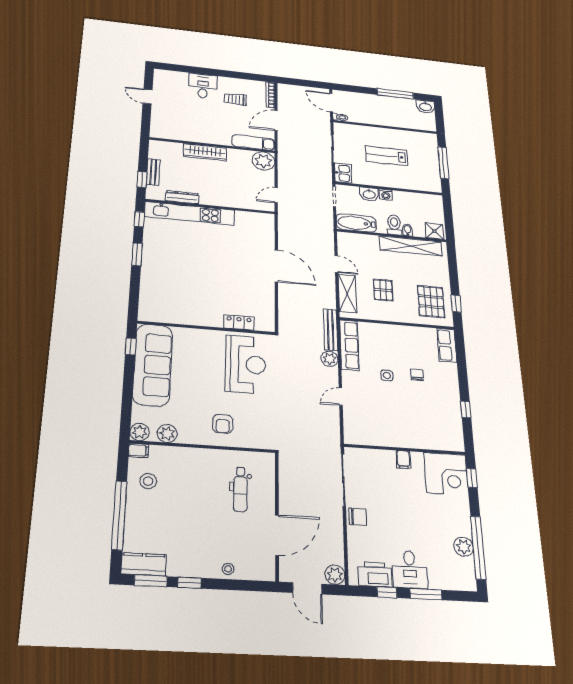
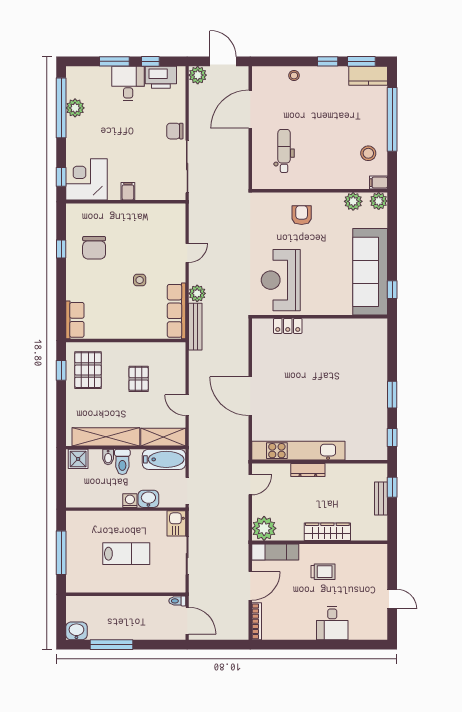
trolley: (235, 99) -> (323, 572), moved
dresser: (182, 197) -> (308, 470), moved
kitchen unit: (190, 213) -> (298, 451), moved
shelving: (347, 293) -> (163, 437), moved, turned 90
chair: (417, 375) -> (94, 248), moved, width x1.87, depth x1.87

